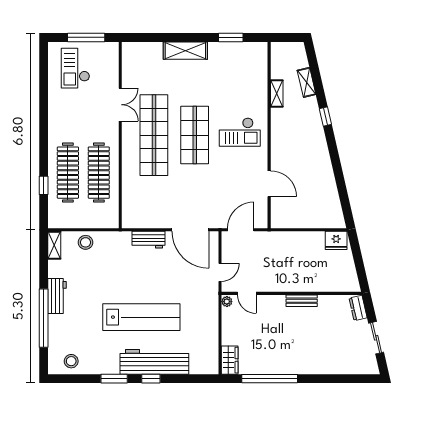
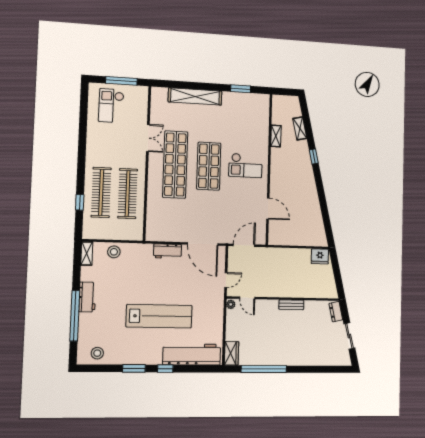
shelving: (185, 51) -> (195, 96), width x1.47
workbench: (154, 362) -> (192, 354), moved

